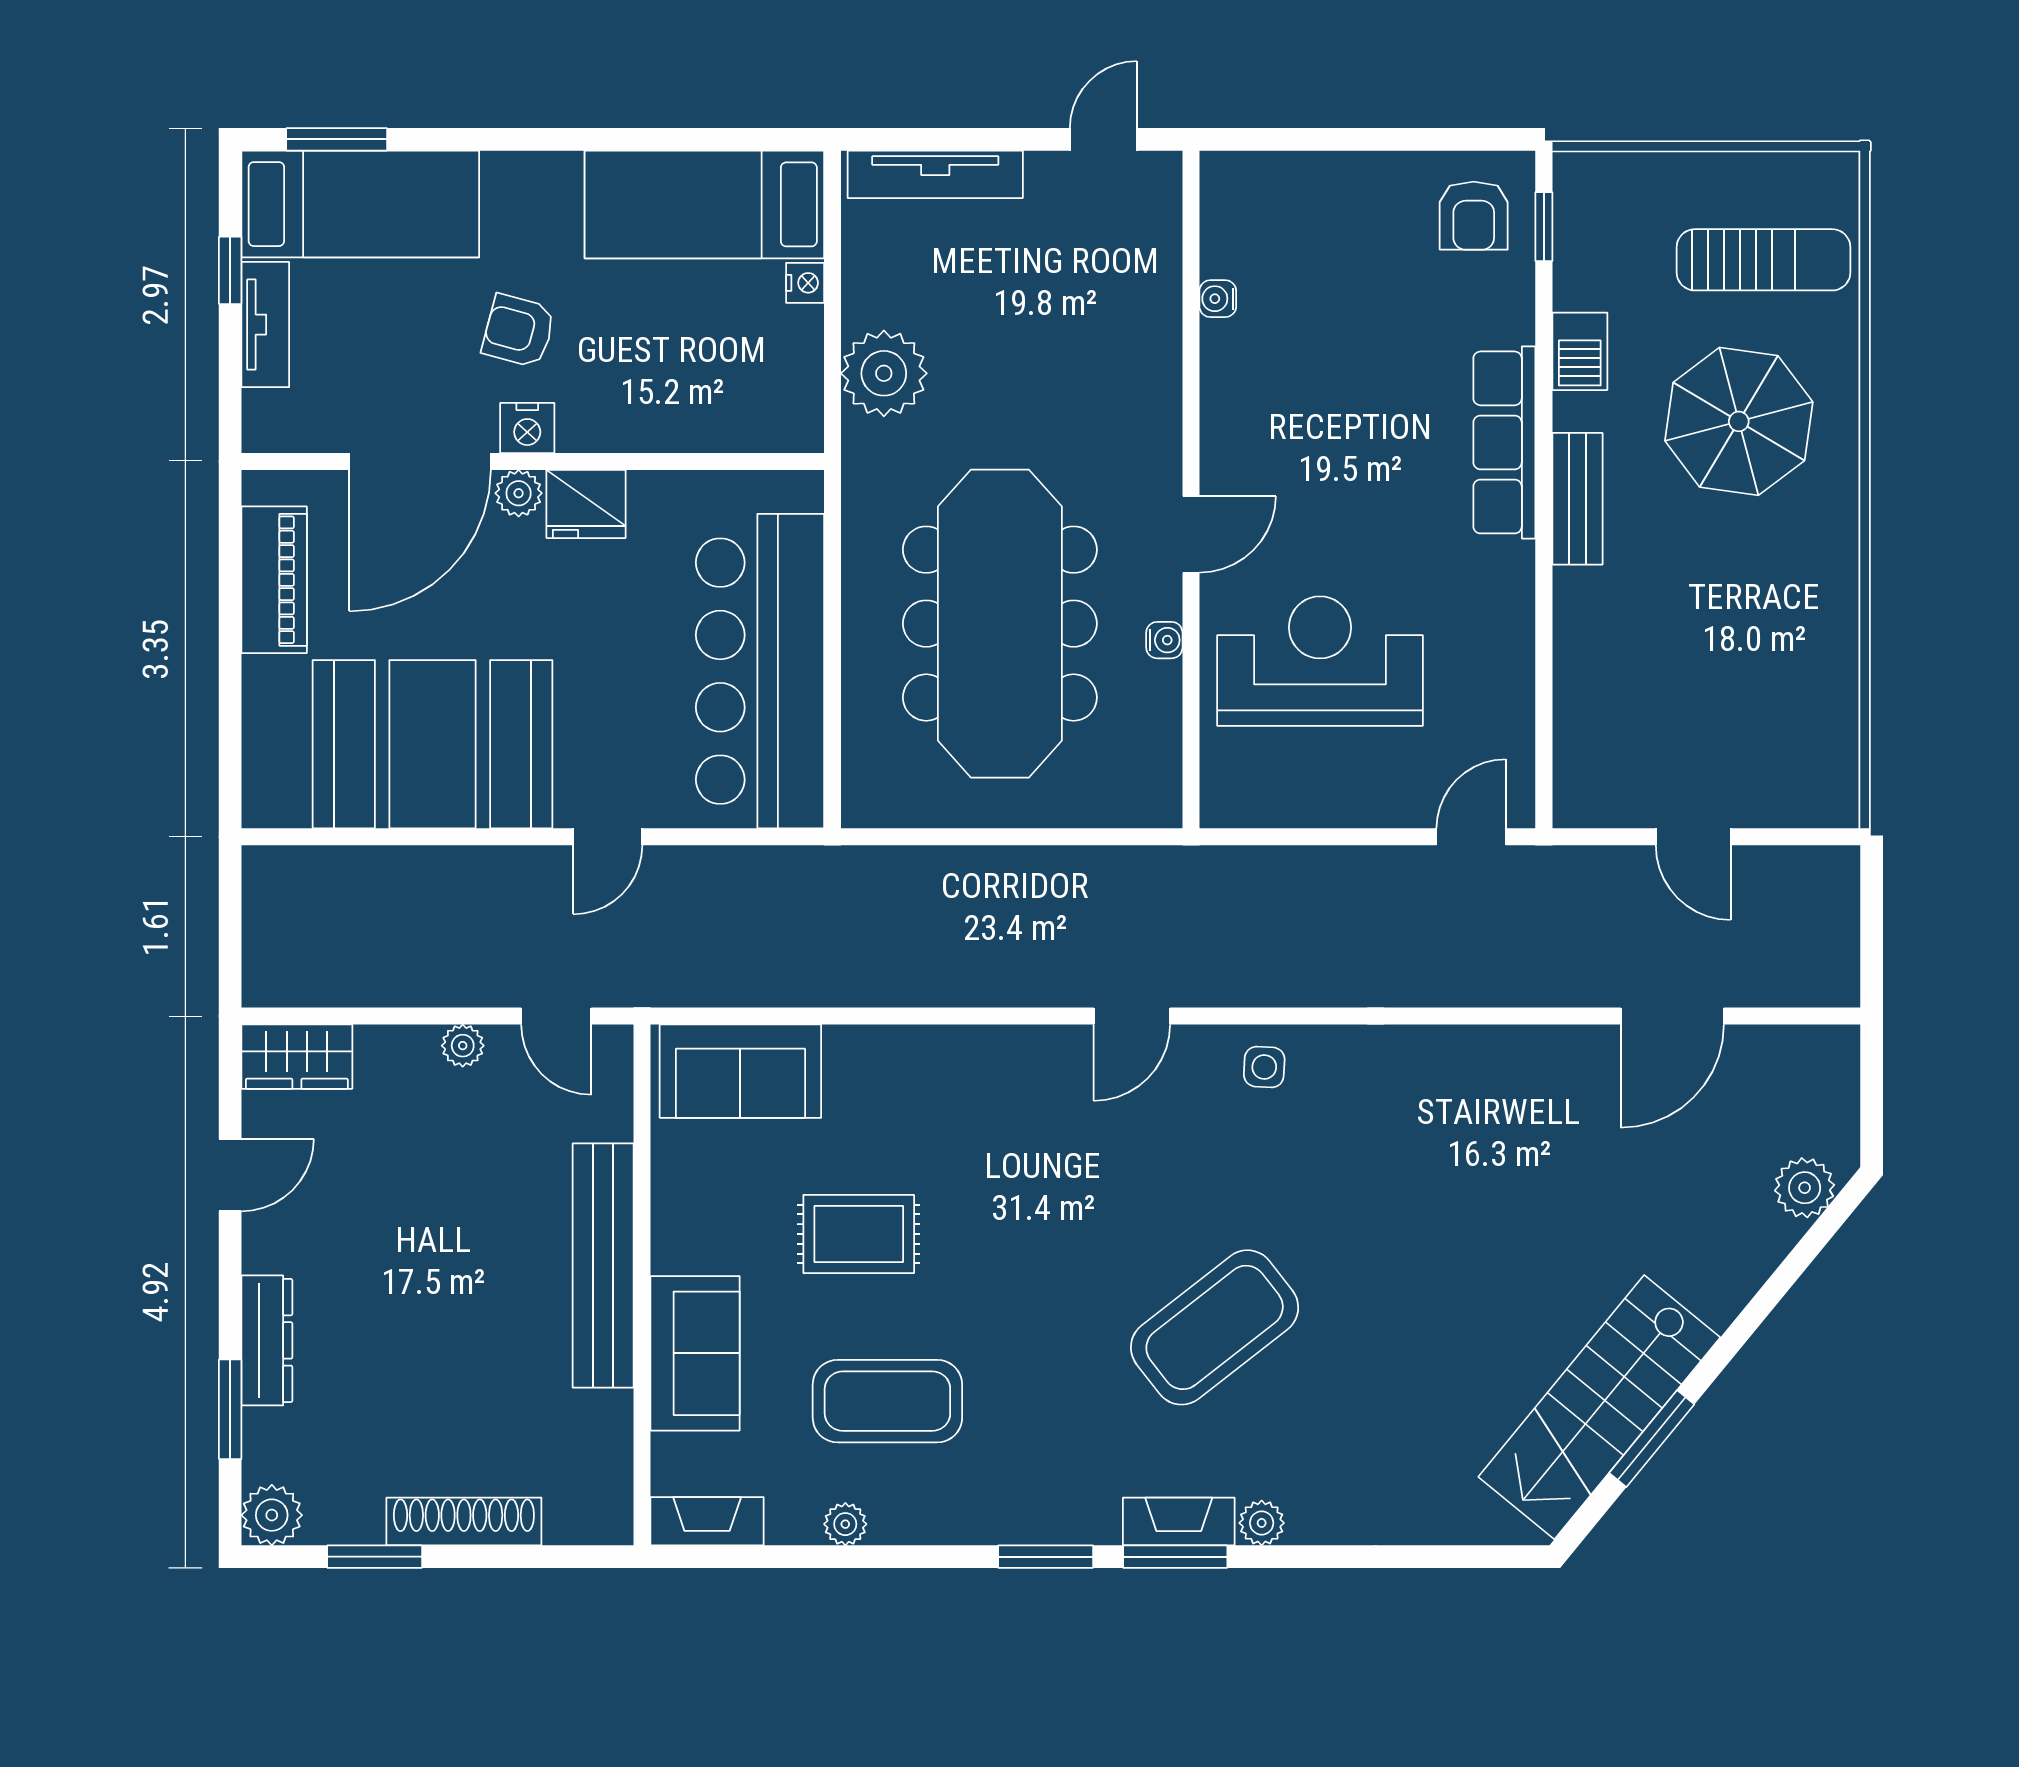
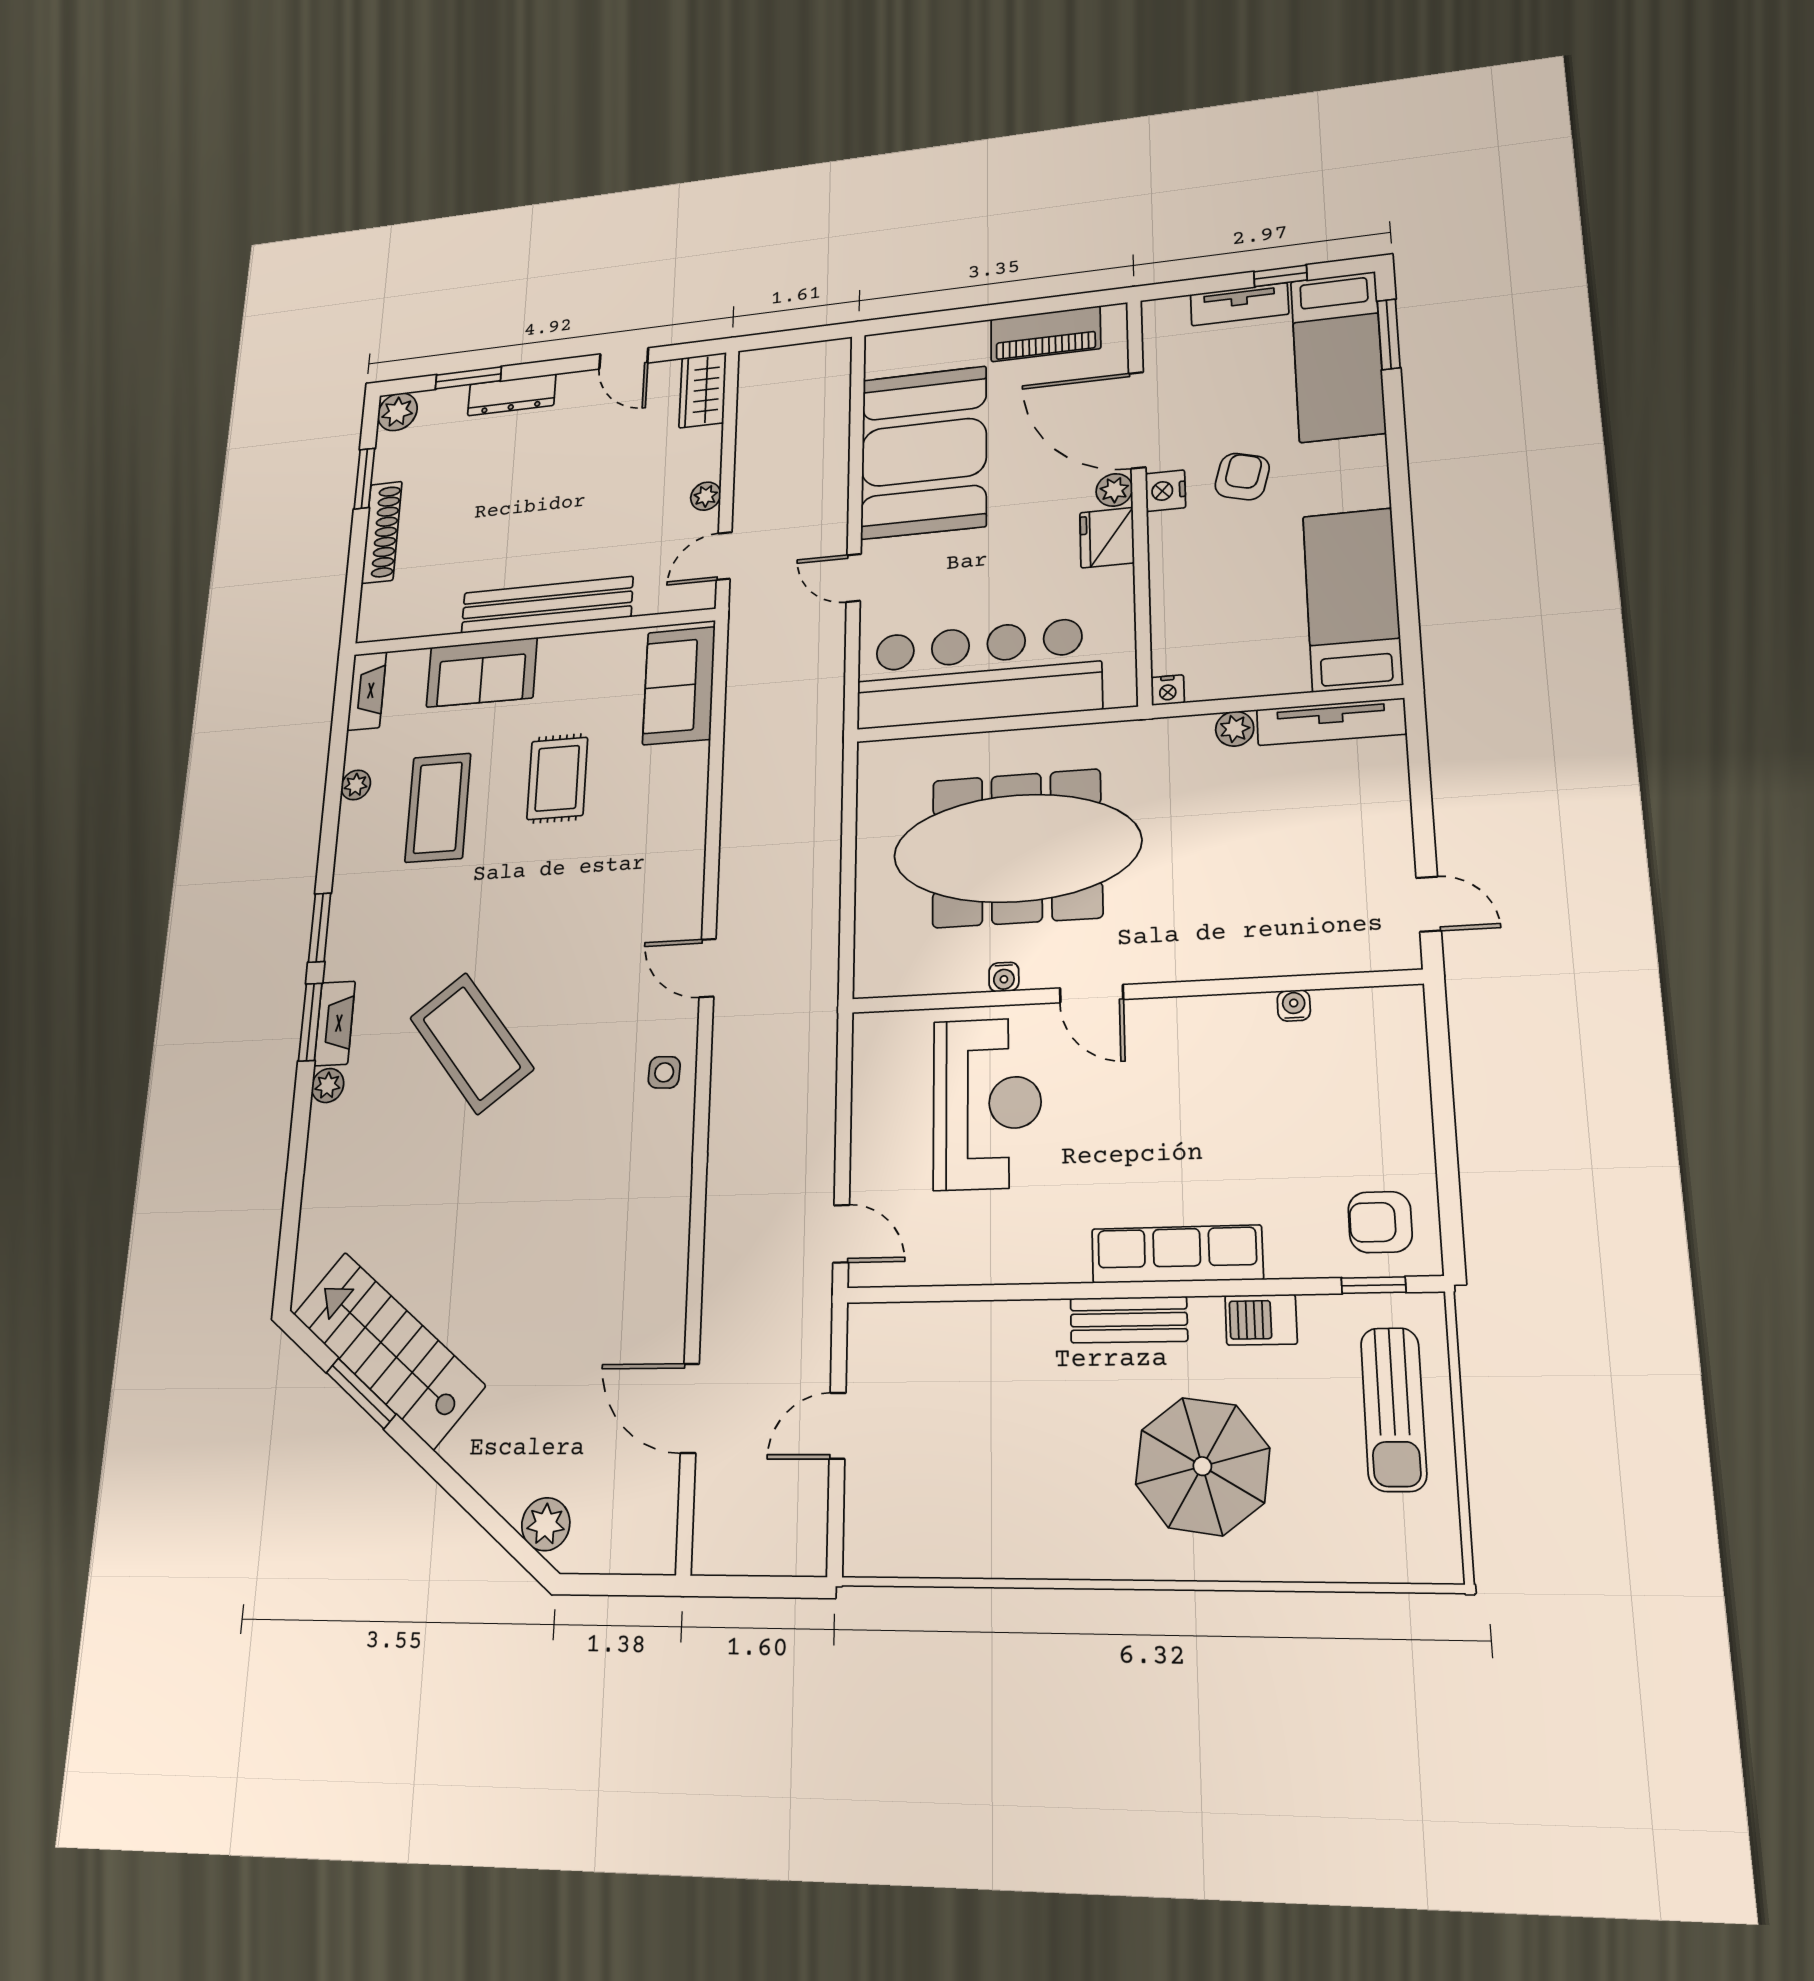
tv unit: (935, 174) -> (1331, 722), moved, turned -90
sun lounger: (1764, 260) -> (1394, 1409), moved
nightstand: (805, 283) -> (1168, 690), moved
plant: (884, 373) -> (1235, 729), width x0.53, depth x0.53

